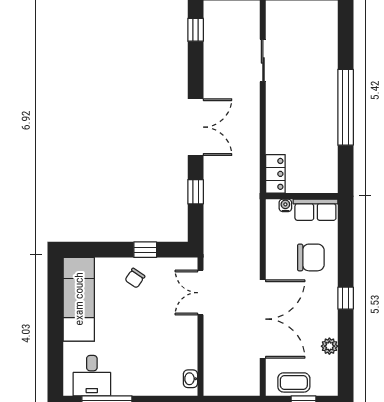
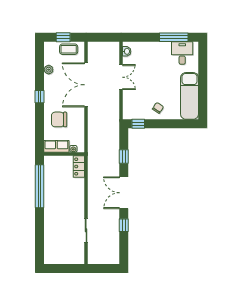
window: (196, 30) -> (124, 225), moved
window: (346, 107) -> (40, 186), moved
window: (145, 250) -> (138, 124), moved
double door: (200, 293) -> (121, 77), moved

